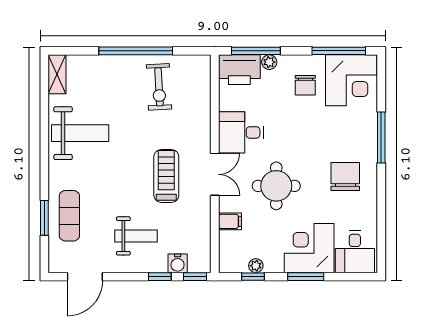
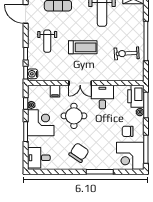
treadmill: (166, 176) -> (83, 47), moved
chair: (345, 177) -> (79, 153), turned -56
corner desk: (309, 248) -> (41, 123), moved
water cooler: (178, 263) -> (33, 74), moved

